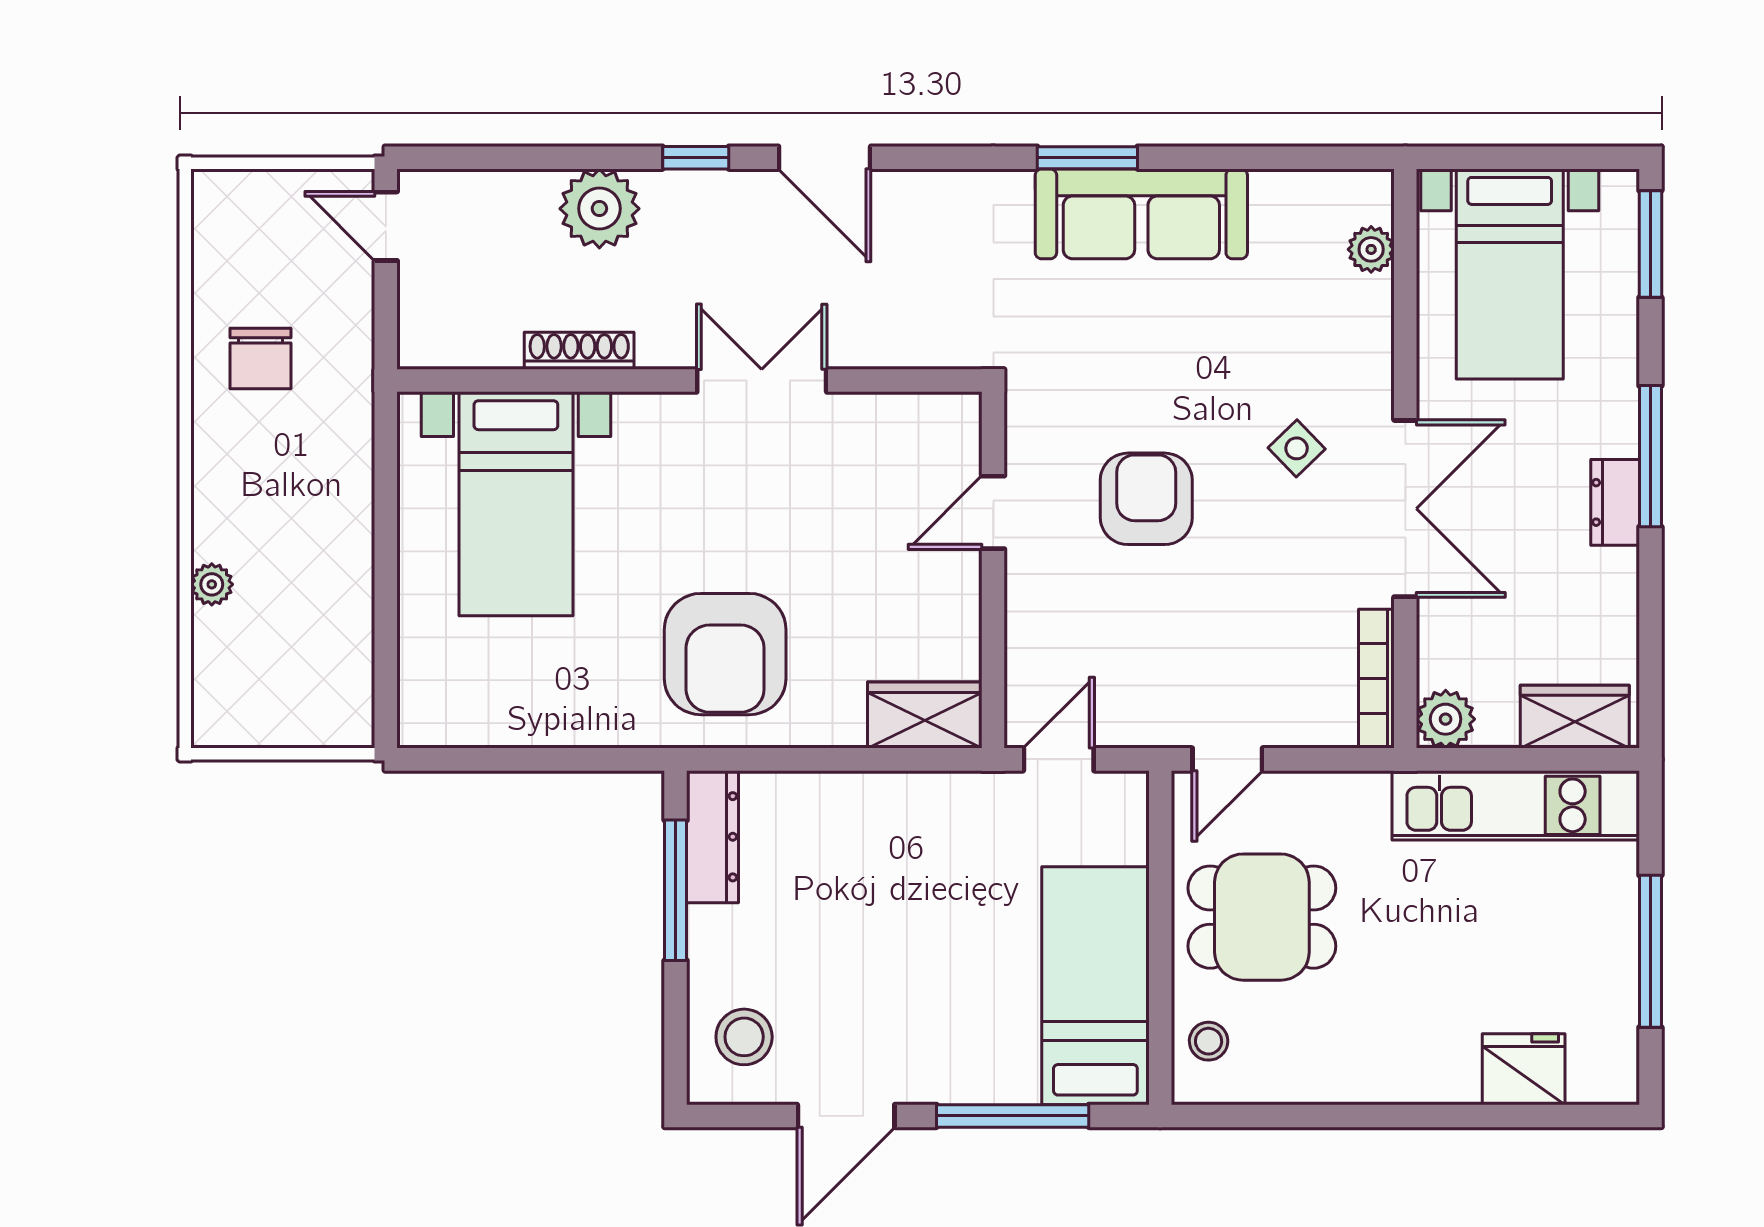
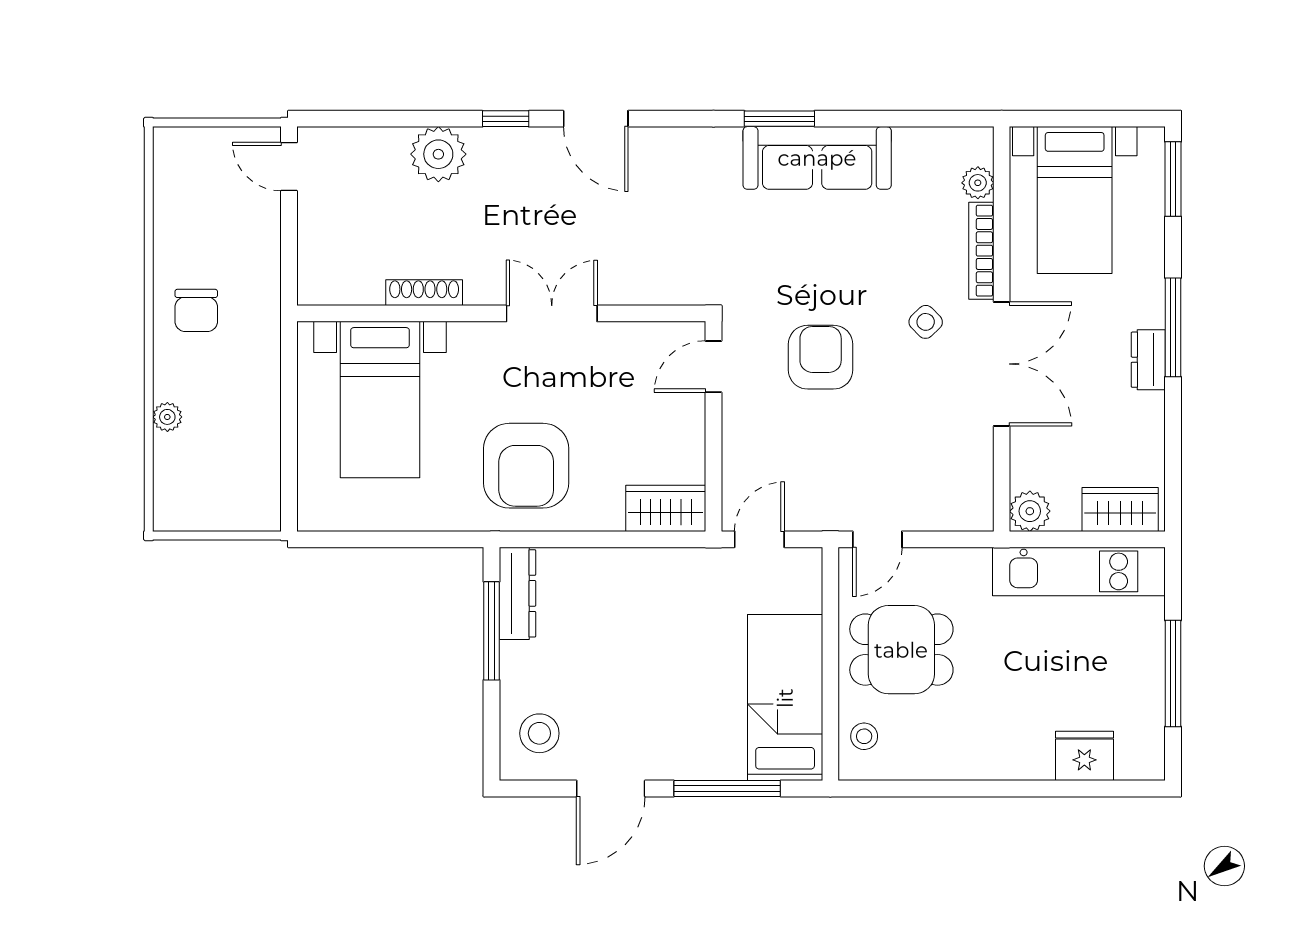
shoe rack: (579, 351) -> (424, 293), moved
chair: (260, 359) -> (196, 310), moved
wall: (689, 381) -> (501, 313), moved
double door: (762, 381) -> (552, 313), moved
bed with nightstands: (516, 504) -> (380, 400), moved
bookcase: (1376, 679) -> (981, 251), moved

